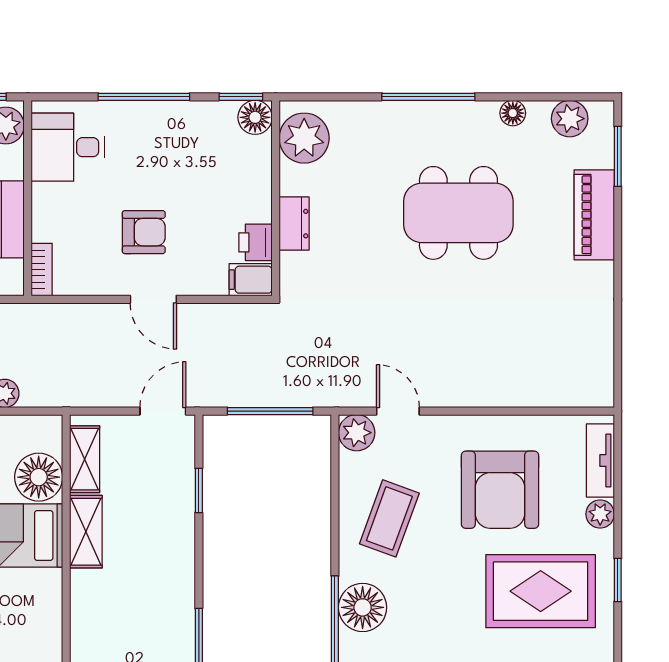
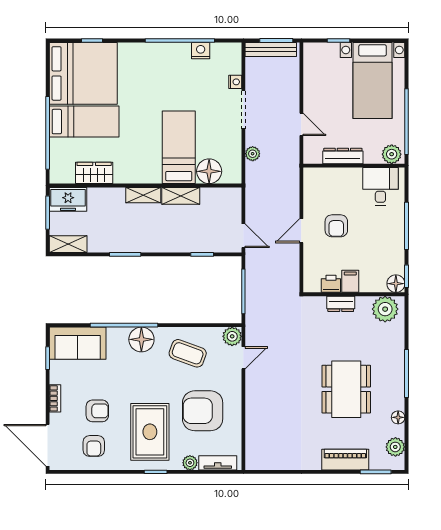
bookcase: (42, 270) -> (317, 173), removed
filing cabinet: (251, 280) -> (350, 281), moved
shelving: (85, 459) -> (143, 195), moved

